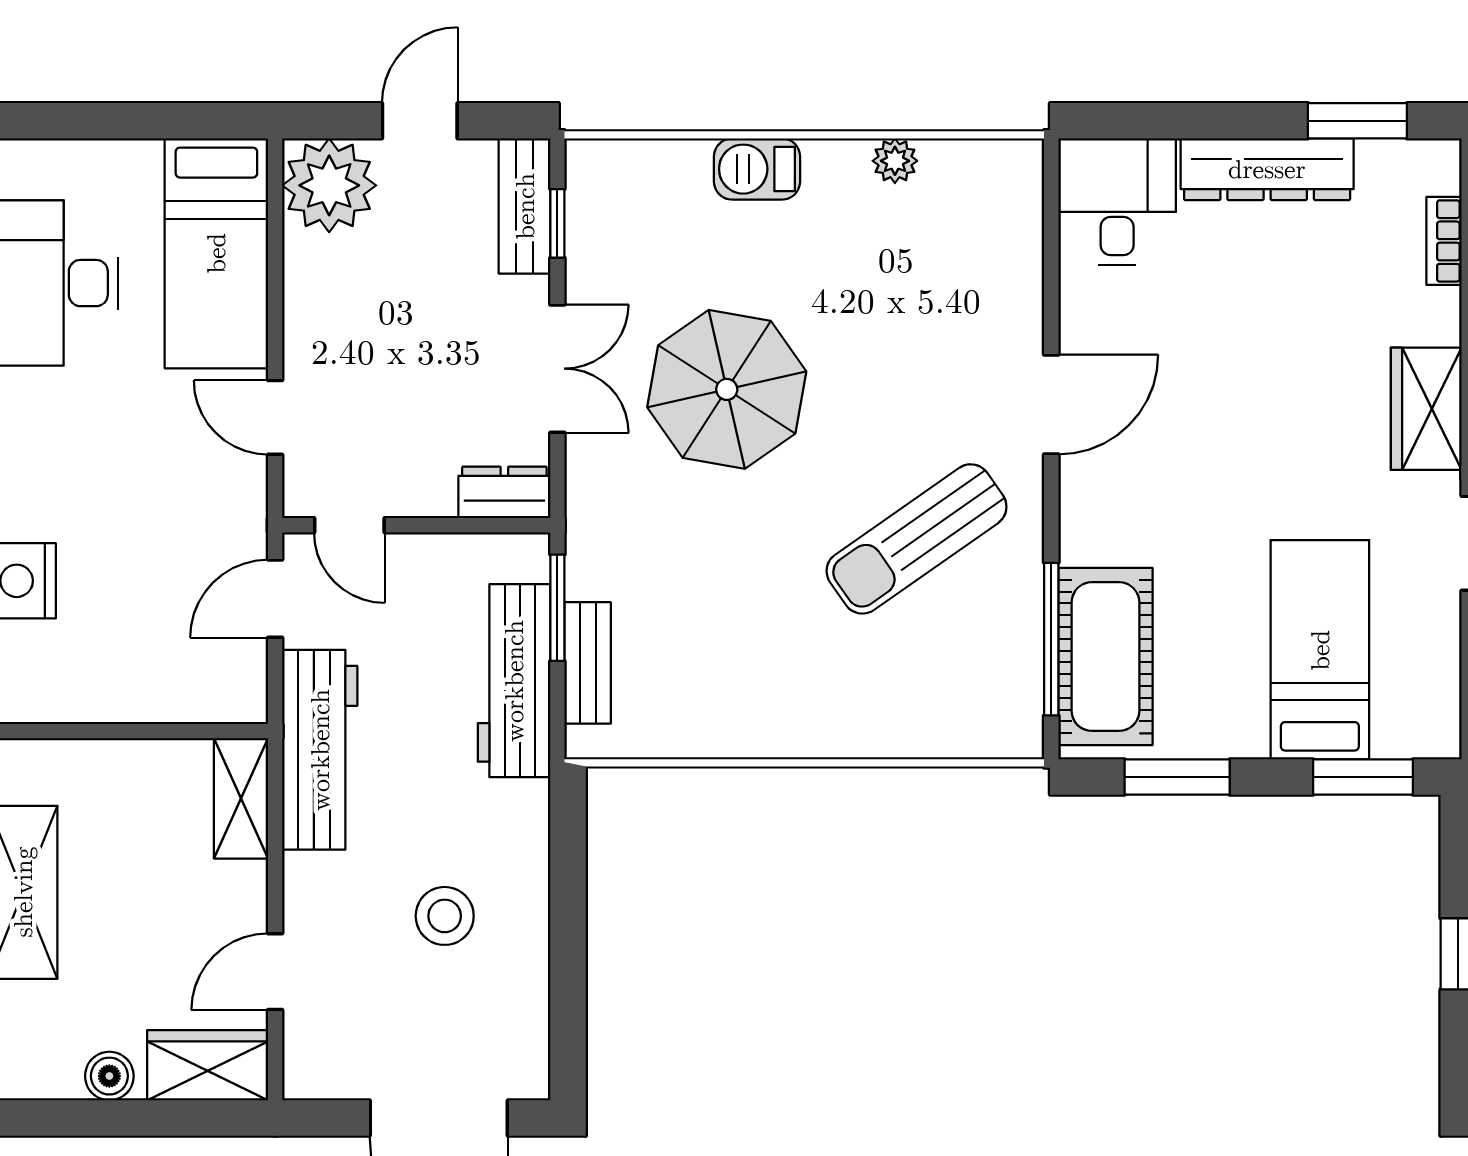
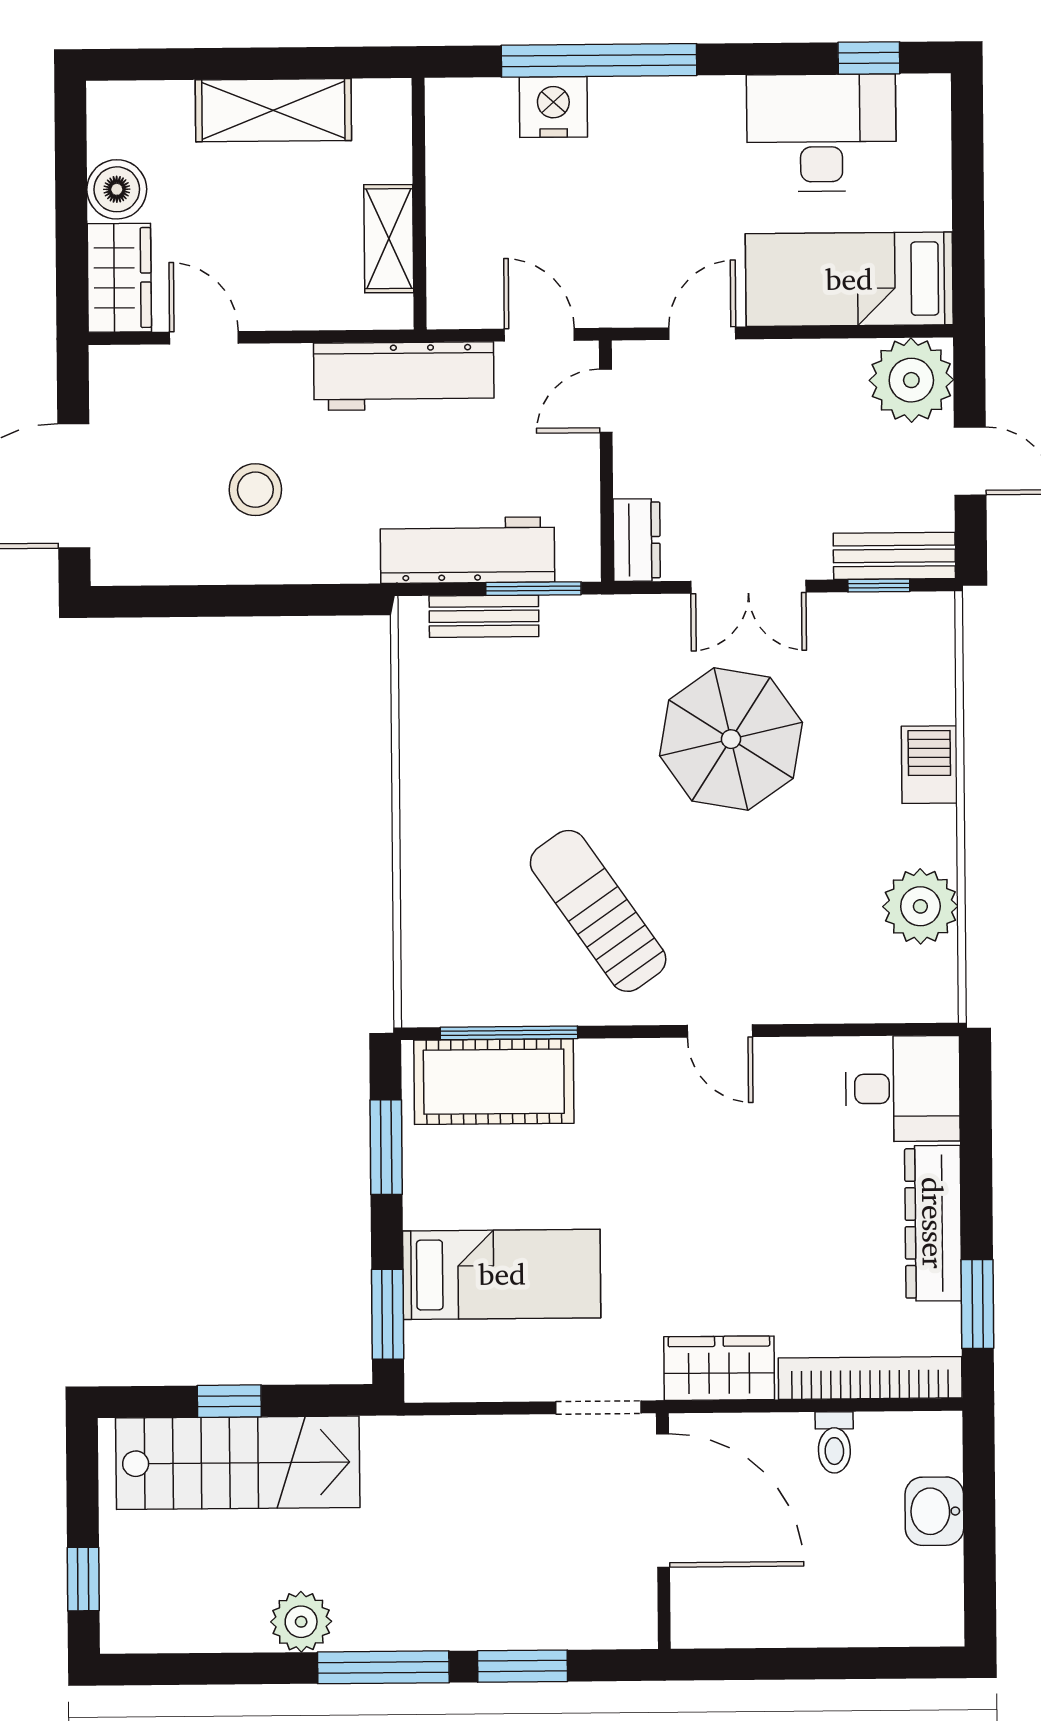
plant: (895, 161) -> (920, 906), width x1.88, depth x1.88
bookcase: (1444, 241) -> (870, 1378), width x2.31, depth x1.31
door: (1051, 405) -> (720, 1031), width x0.73
shelving: (241, 798) -> (389, 239), moved, turned 90
boiler: (109, 1076) -> (117, 189), width x1.36, depth x1.36

